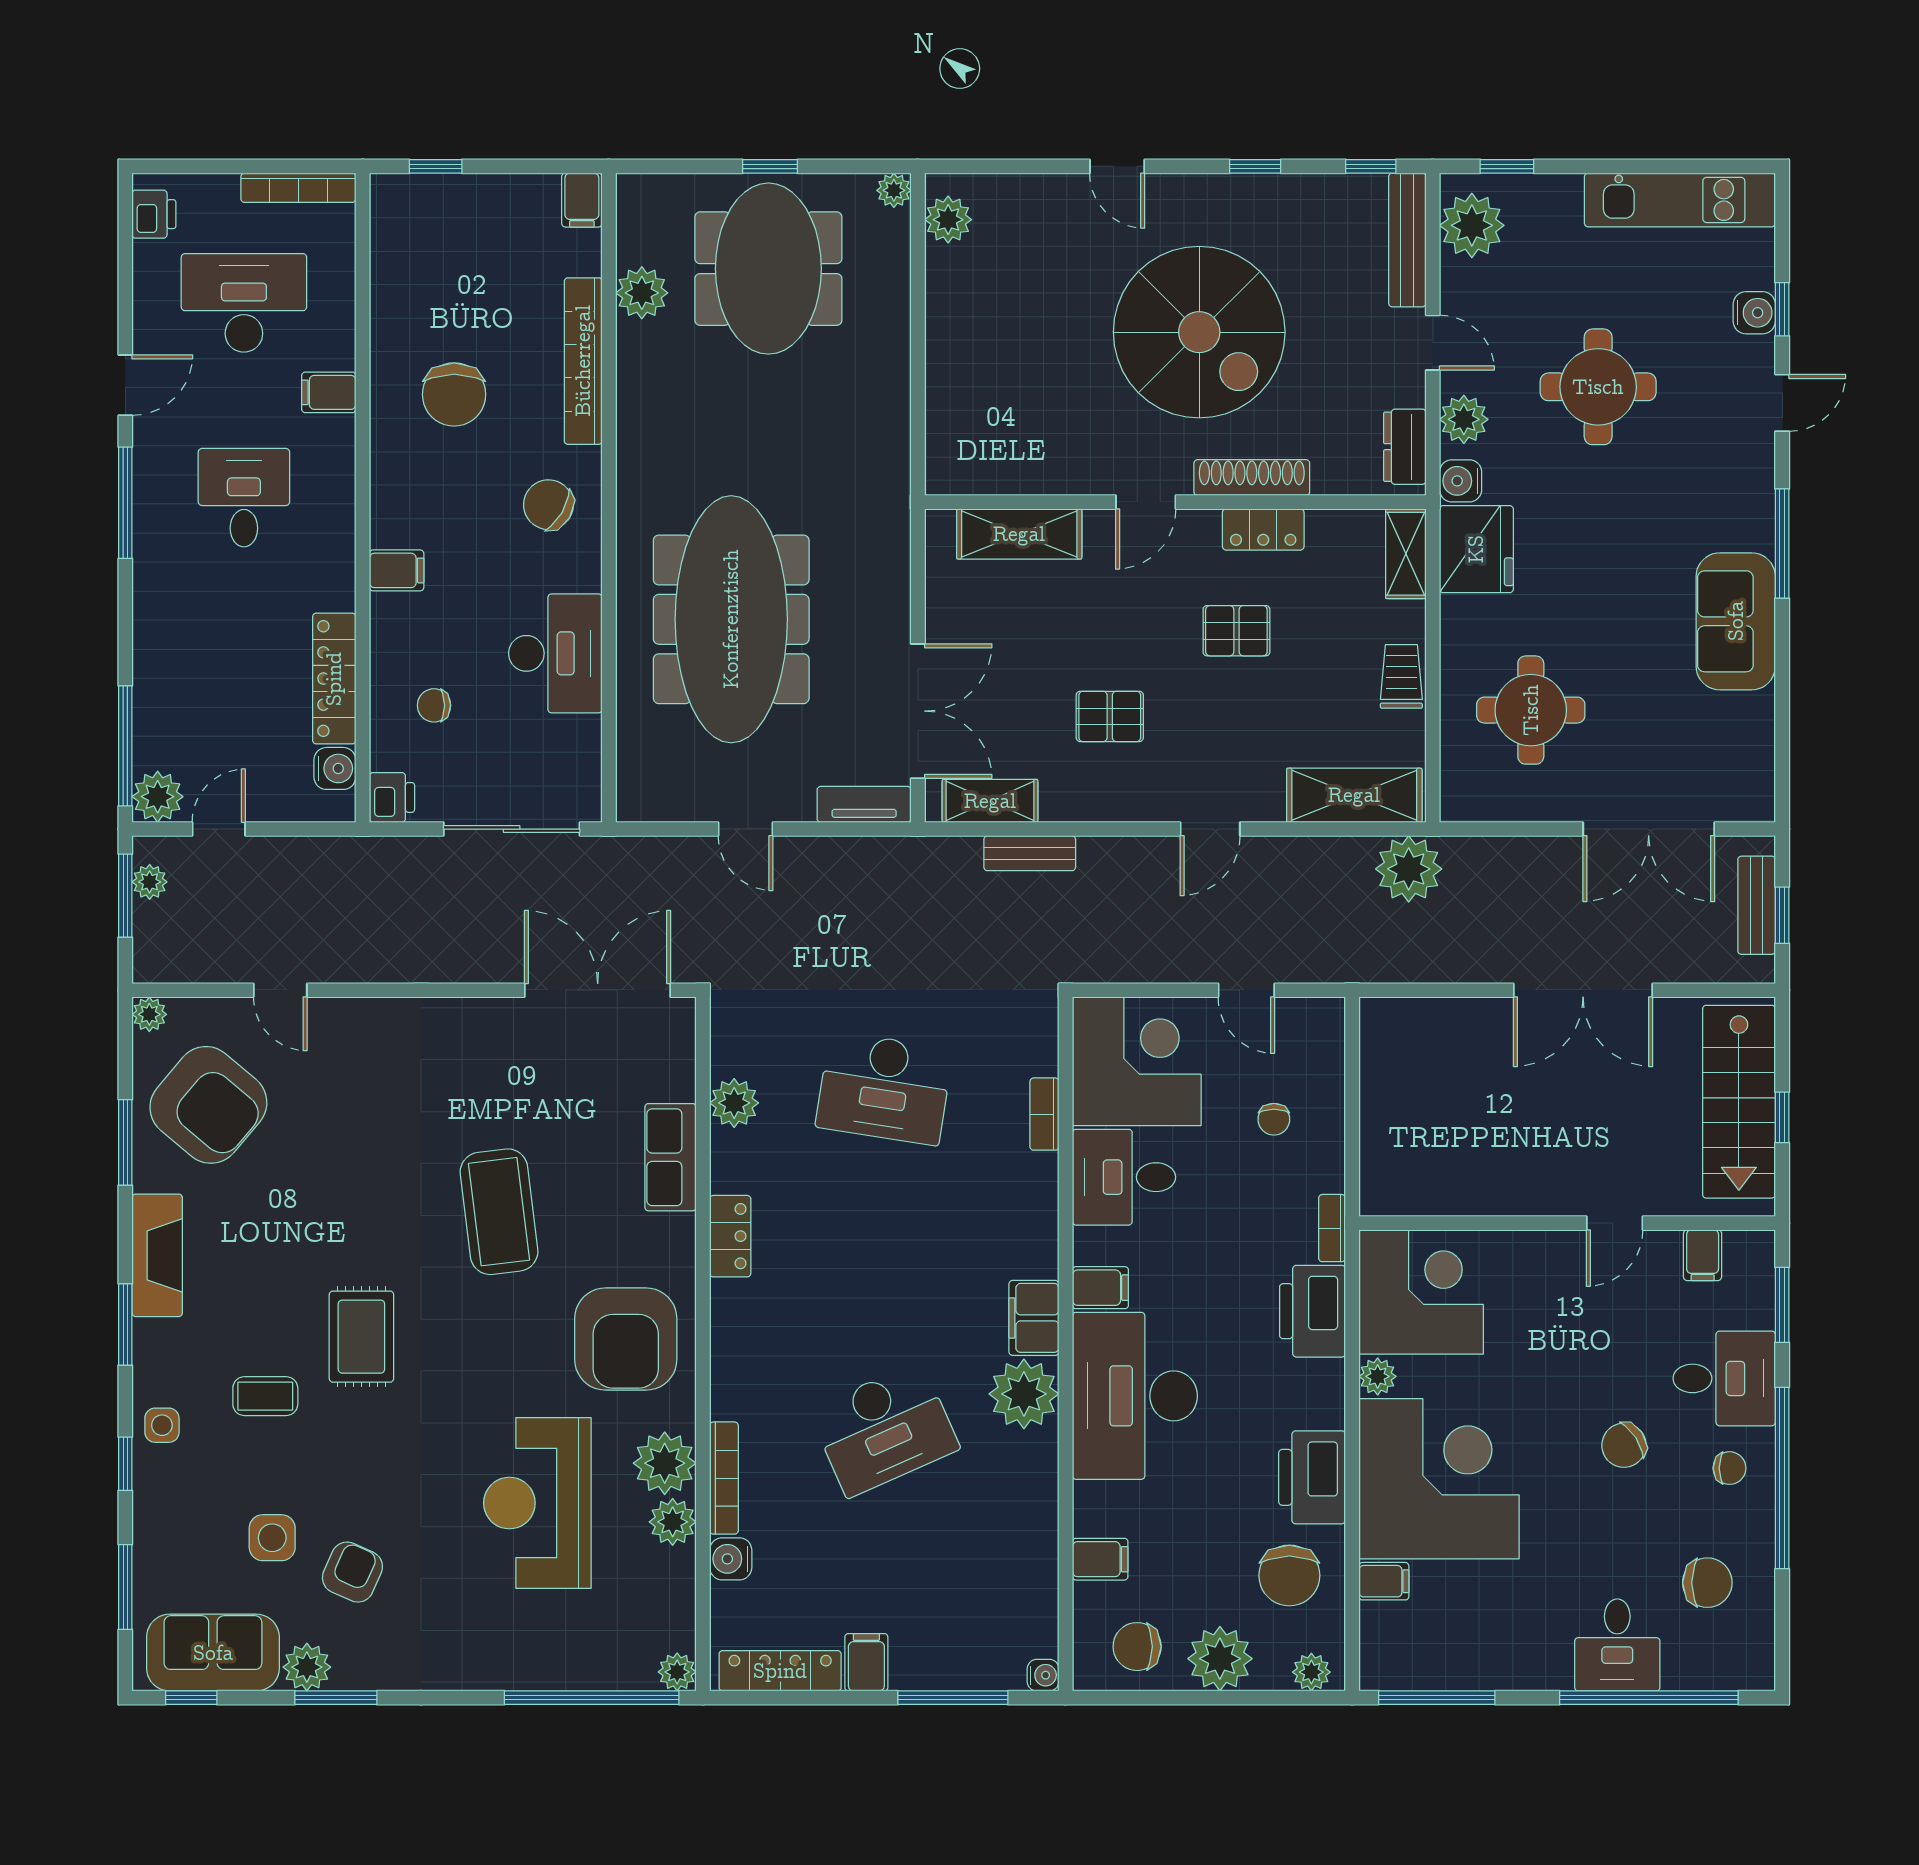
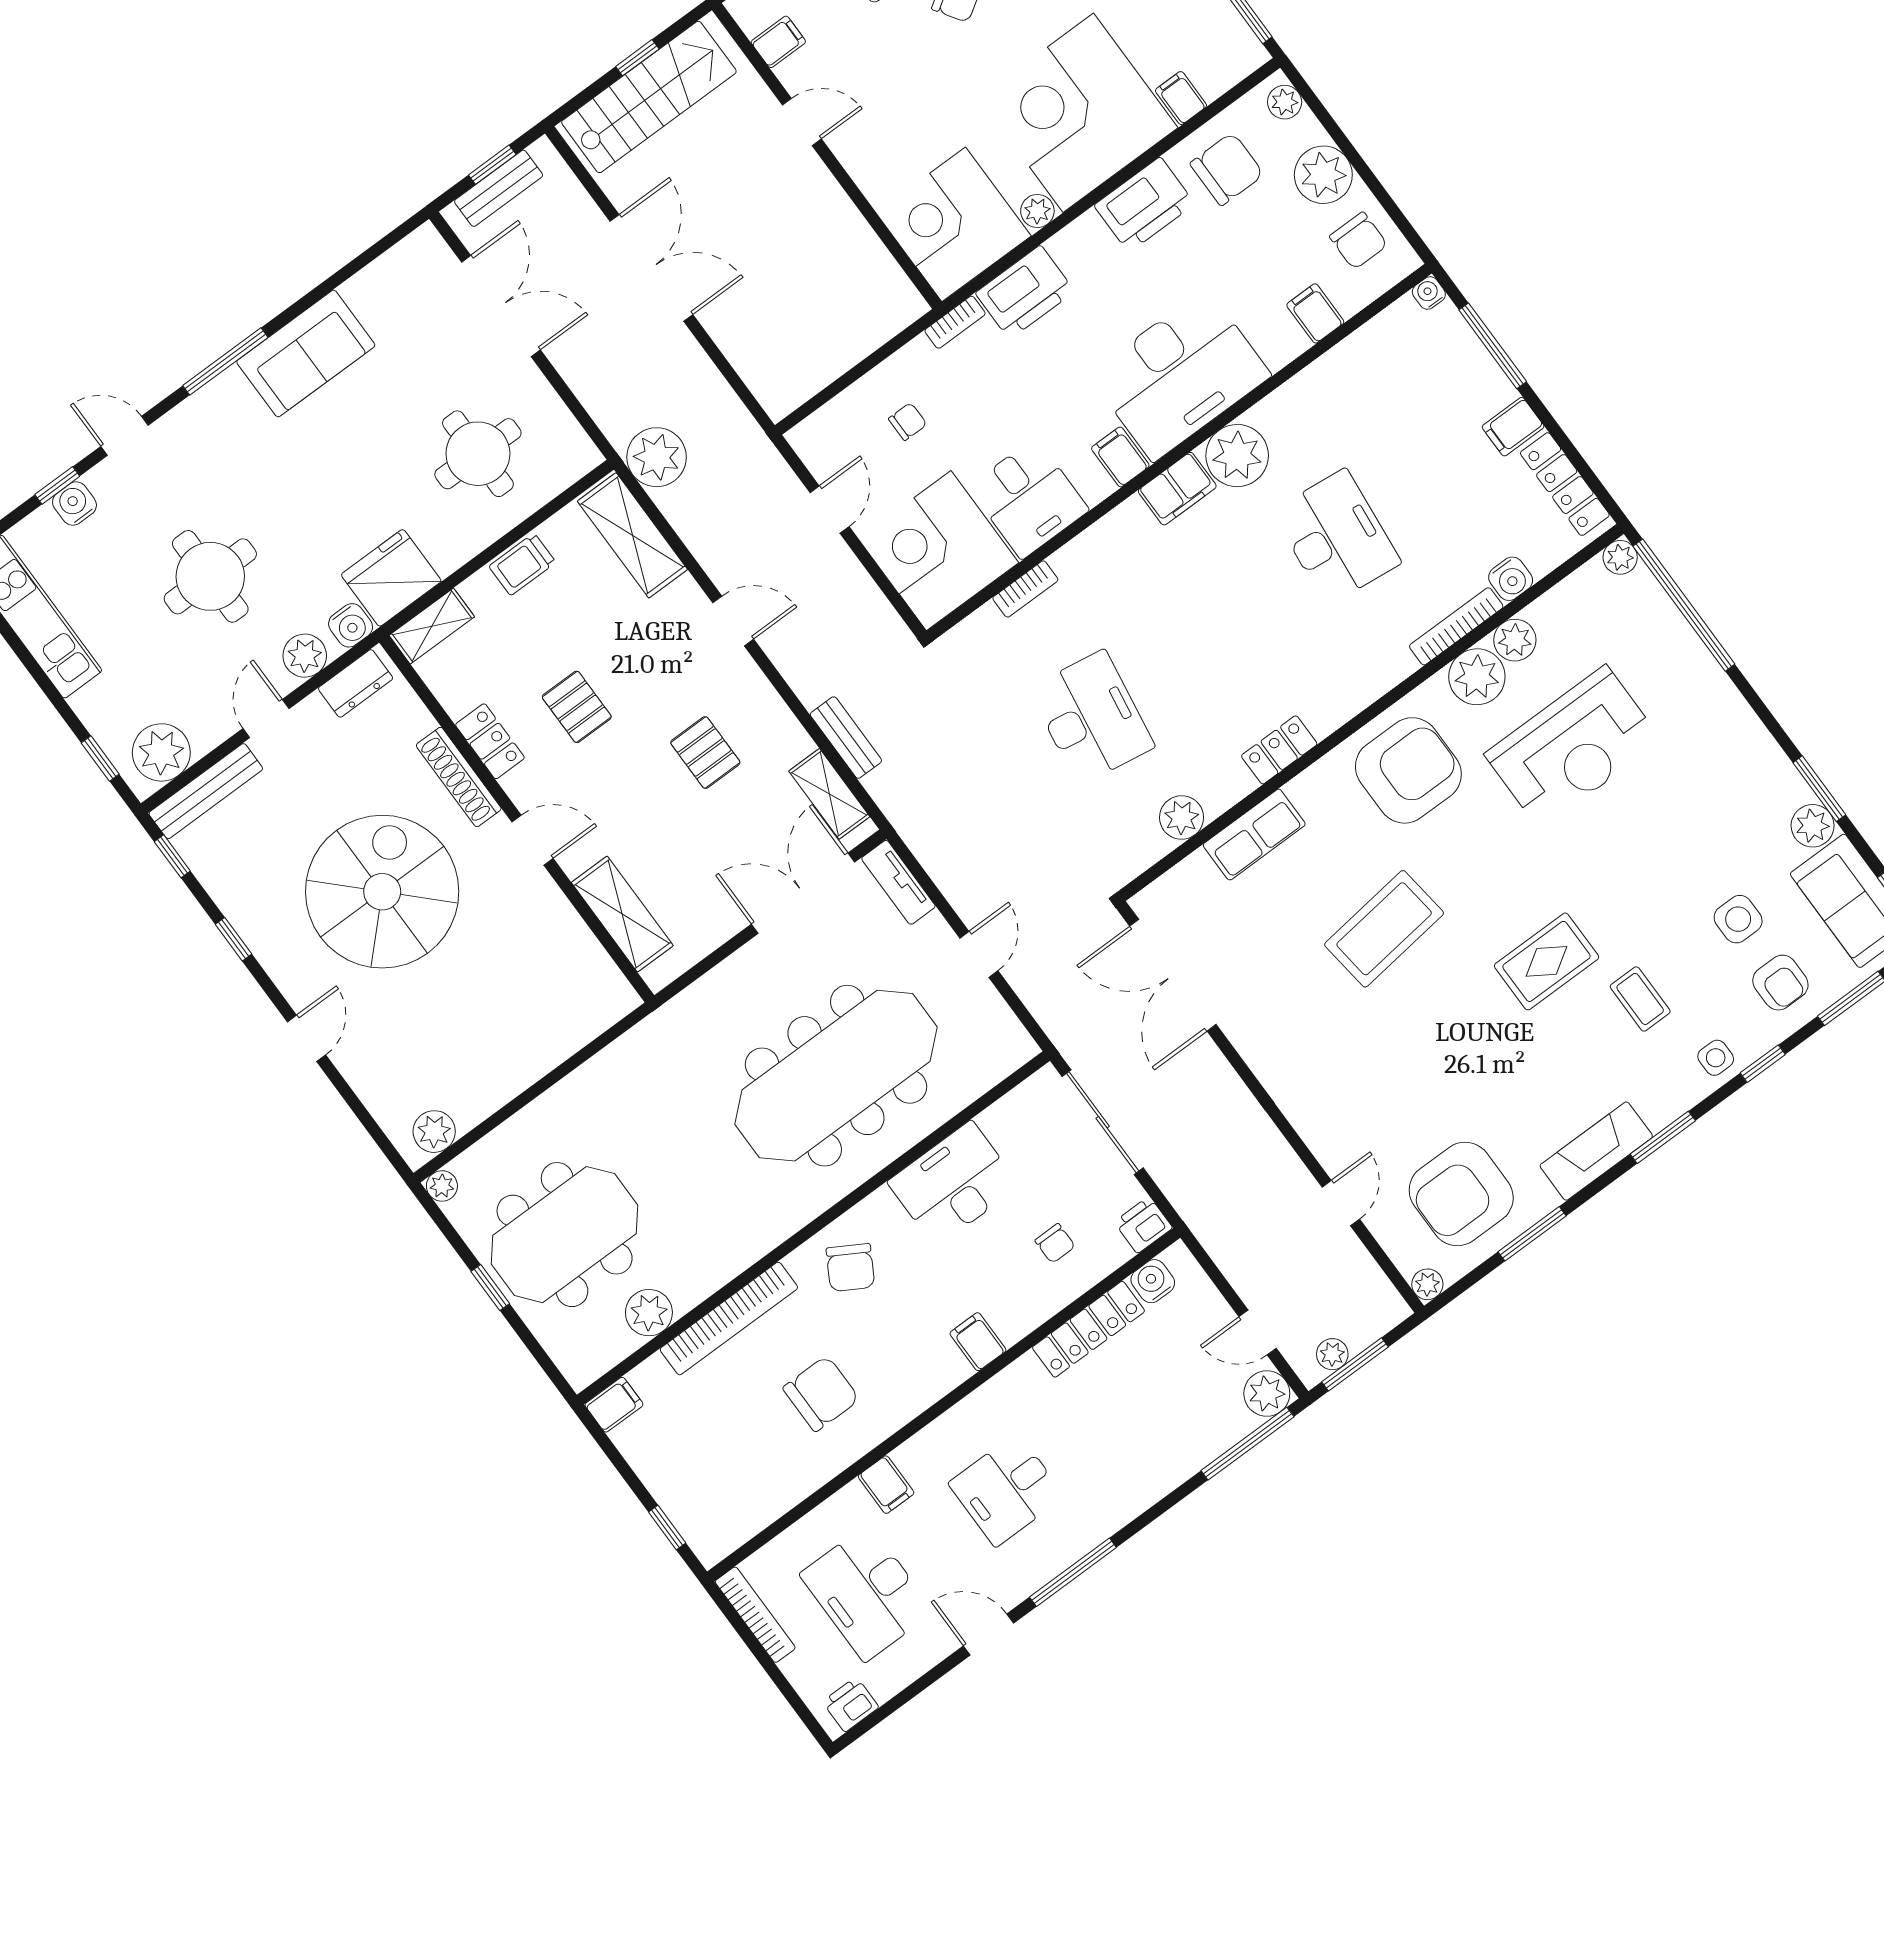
armchair: (208, 1105) -> (1461, 1194), turned -130
desk: (884, 1429) -> (1336, 537), turned 30
armchair: (352, 1572) -> (1780, 983), moved, turned -114

